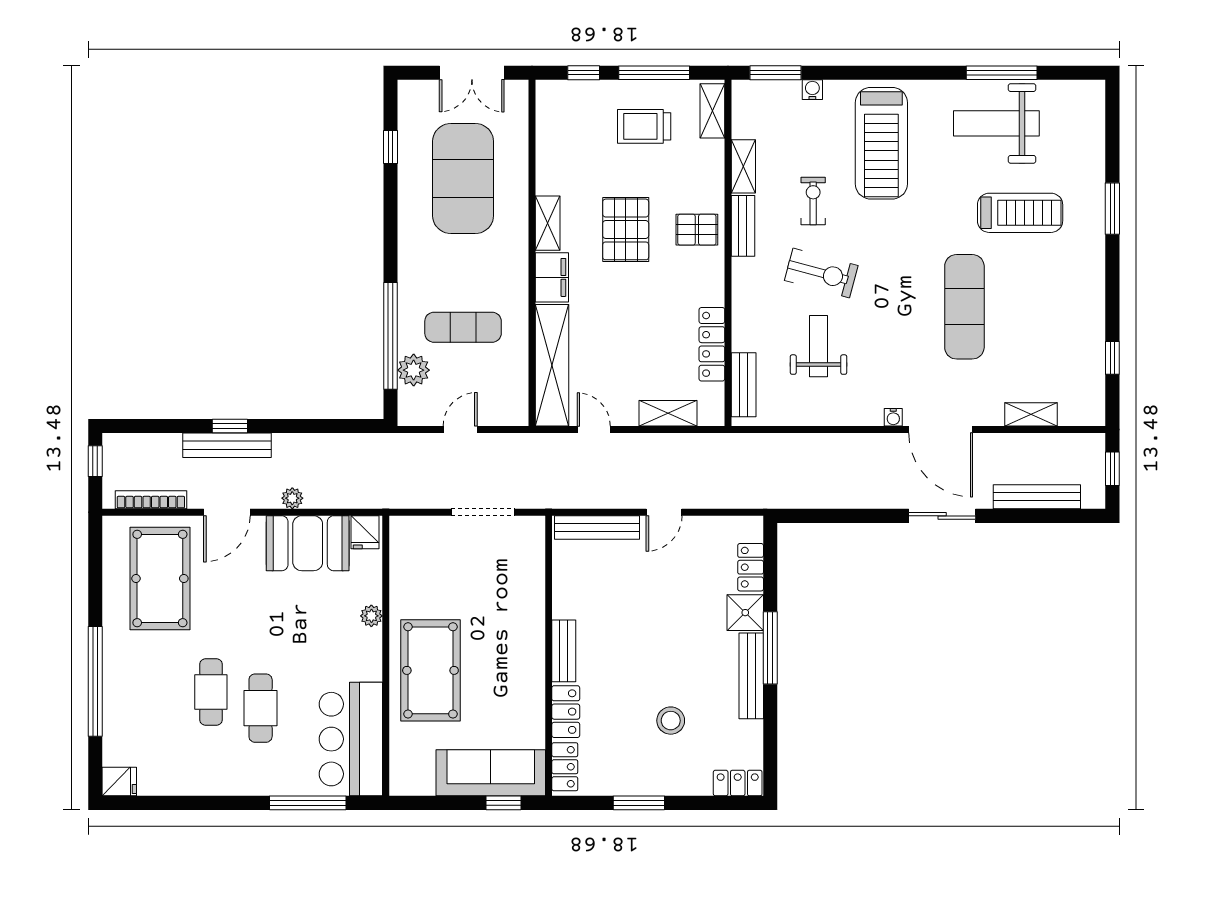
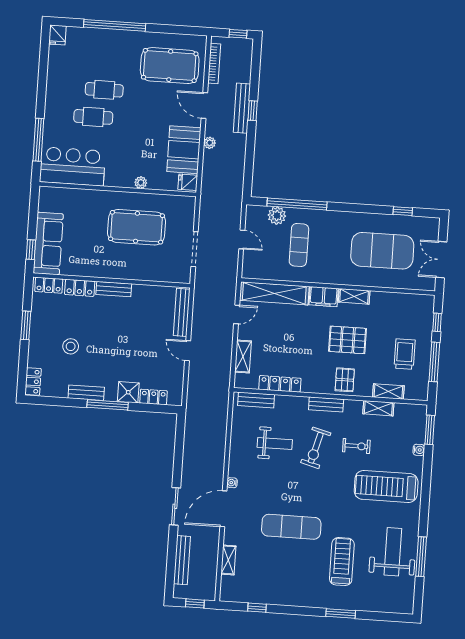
shelving: (712, 111) -> (388, 392), moved
treadmill: (1020, 213) -> (342, 562), turned 180
bench: (743, 226) -> (326, 404), moved
pool table: (430, 670) -> (136, 227), moved
bench: (751, 676) -> (86, 393), width x0.73

